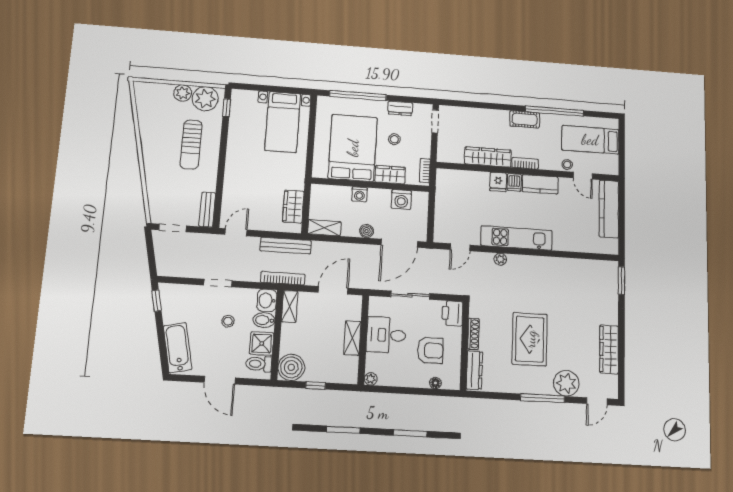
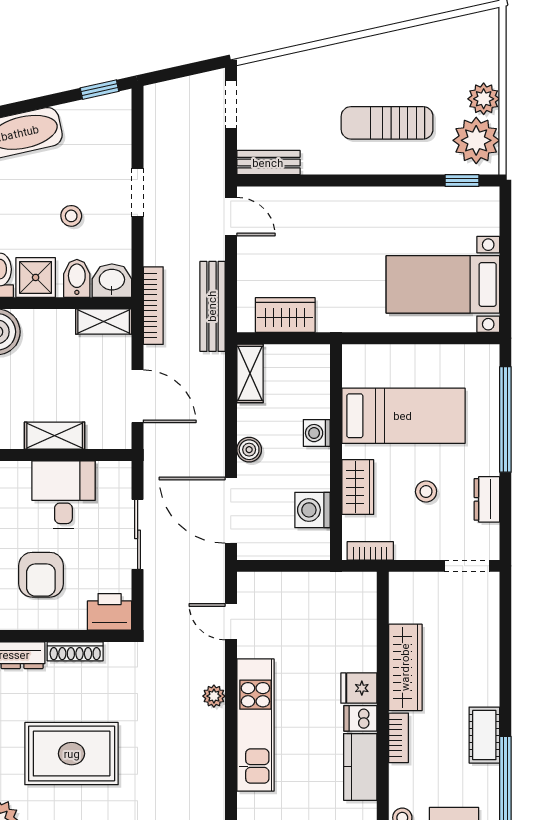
bed: (353, 148) -> (403, 416), width x0.67

